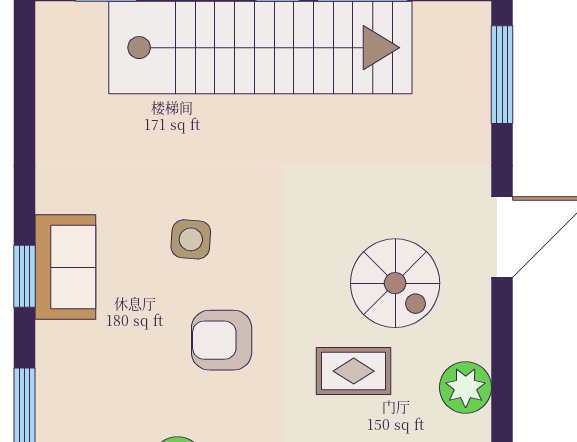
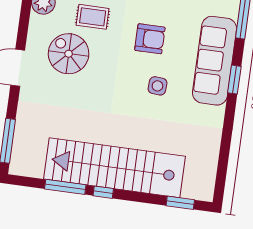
sofa: (65, 267) -> (215, 61), width x1.85, depth x1.27

